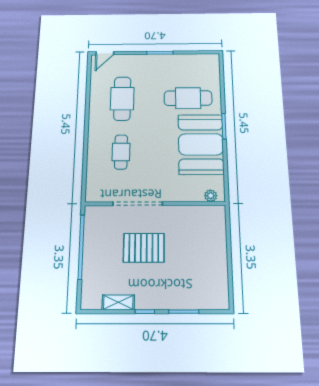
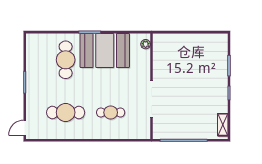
door: (105, 53) -> (25, 128), swing flipped
pallet: (144, 248) -> (184, 94), removed
shelving: (118, 302) -> (223, 125), moved

